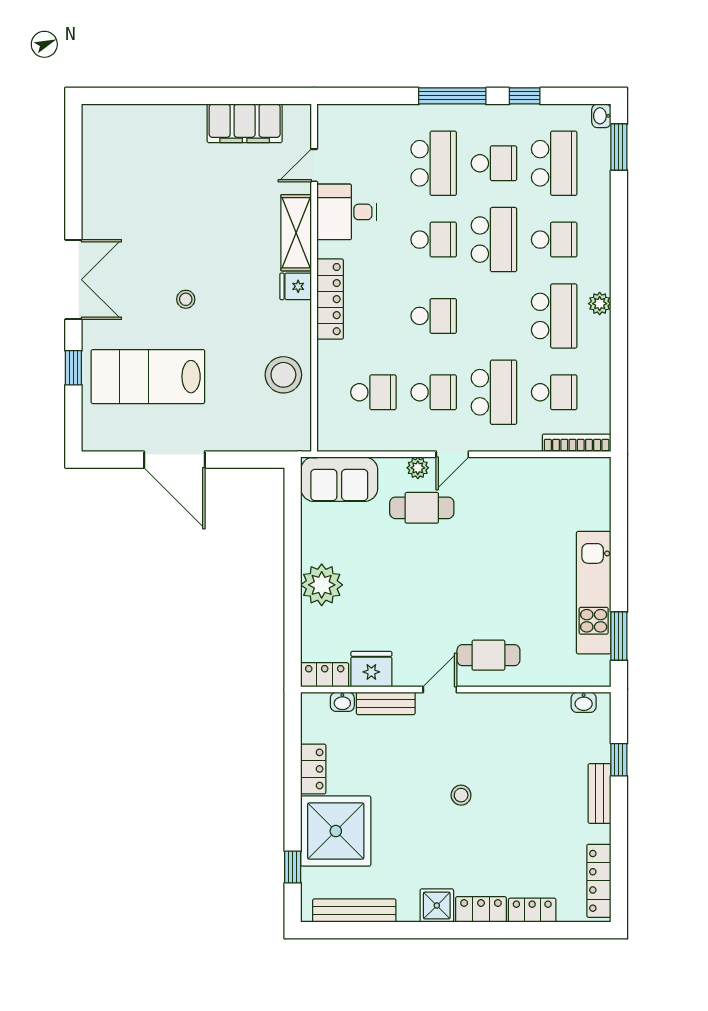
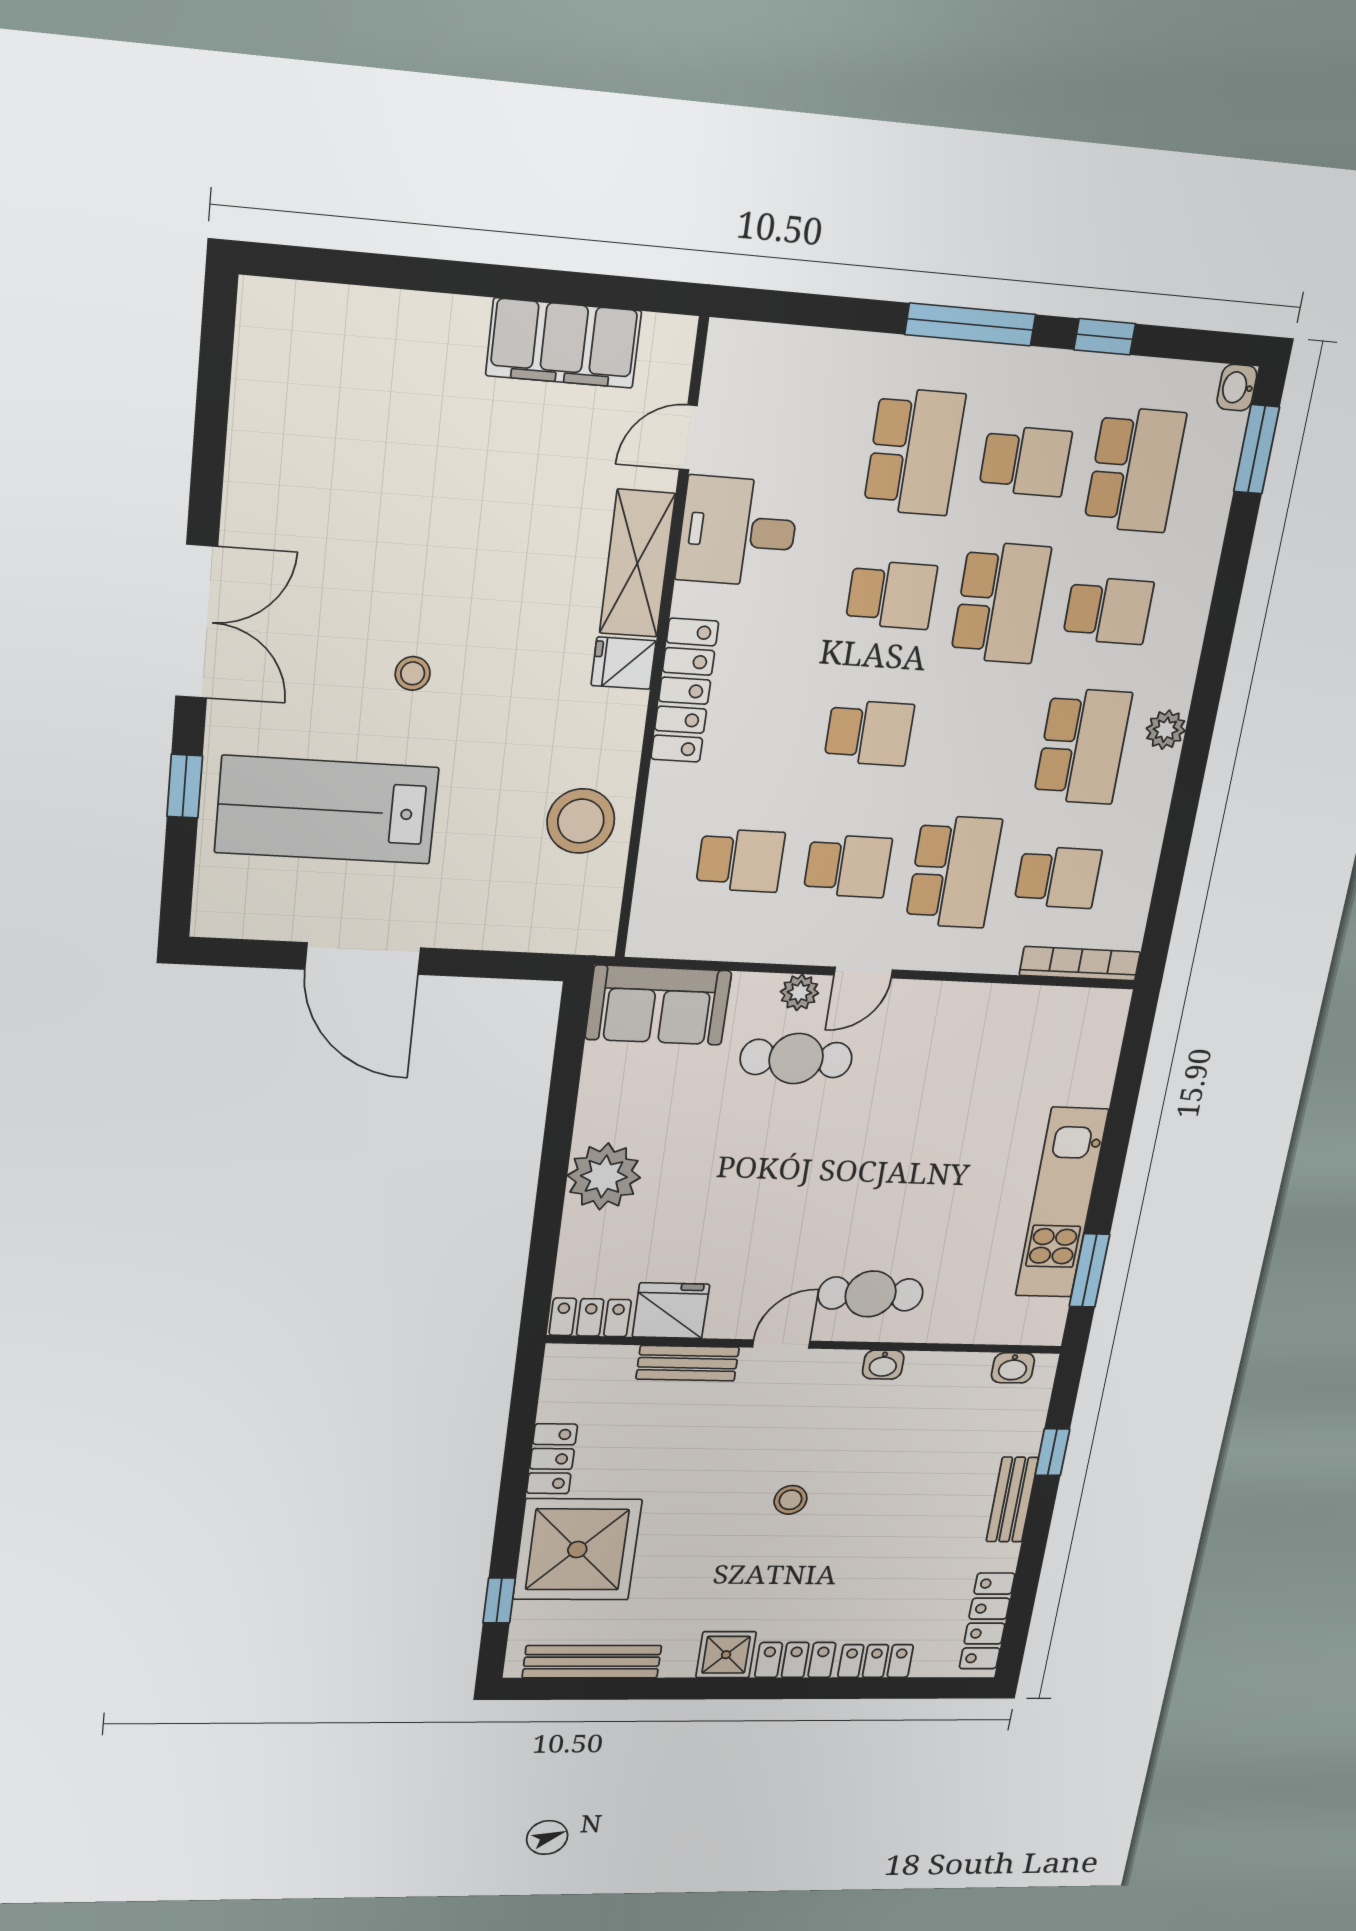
washbasin: (342, 702) -> (883, 1365), moved

